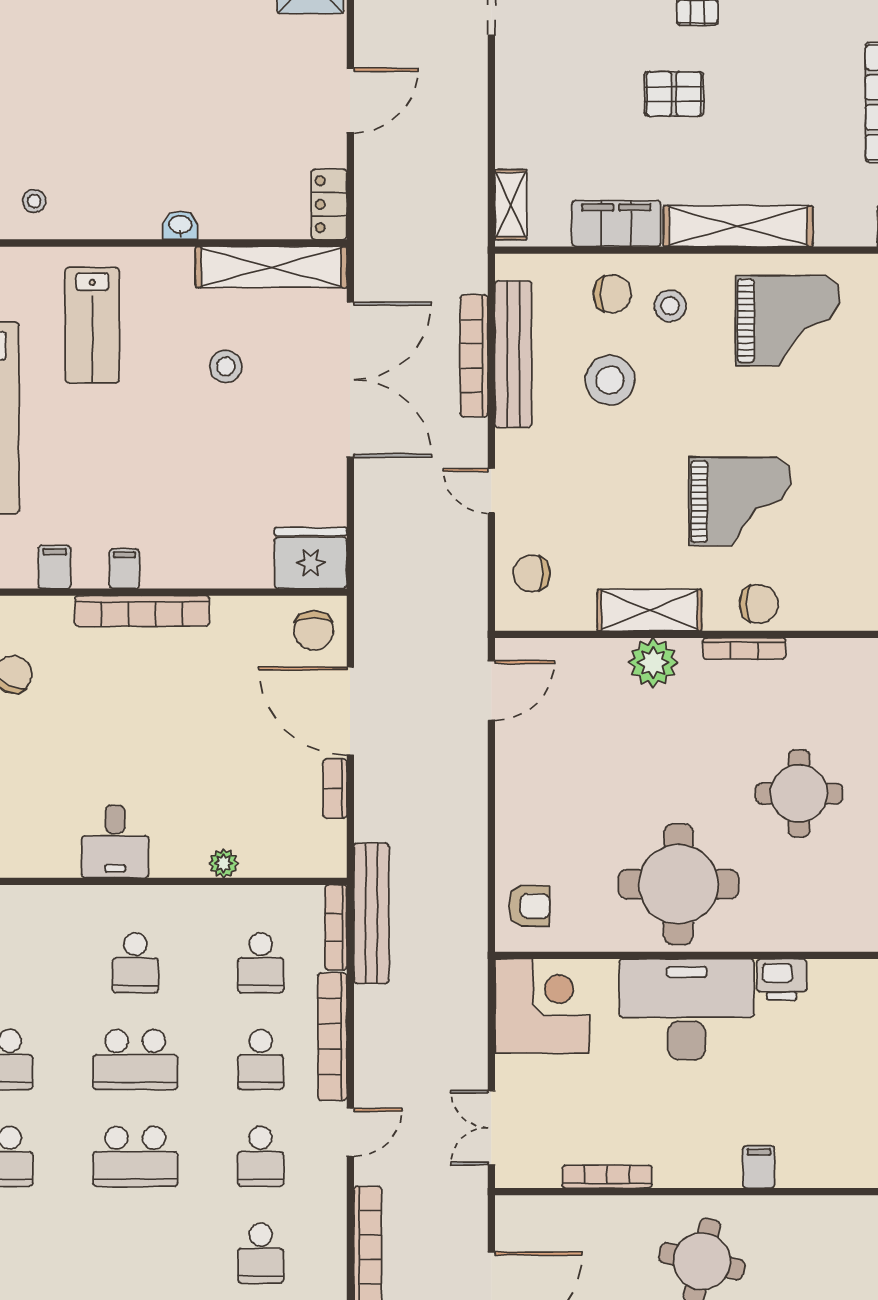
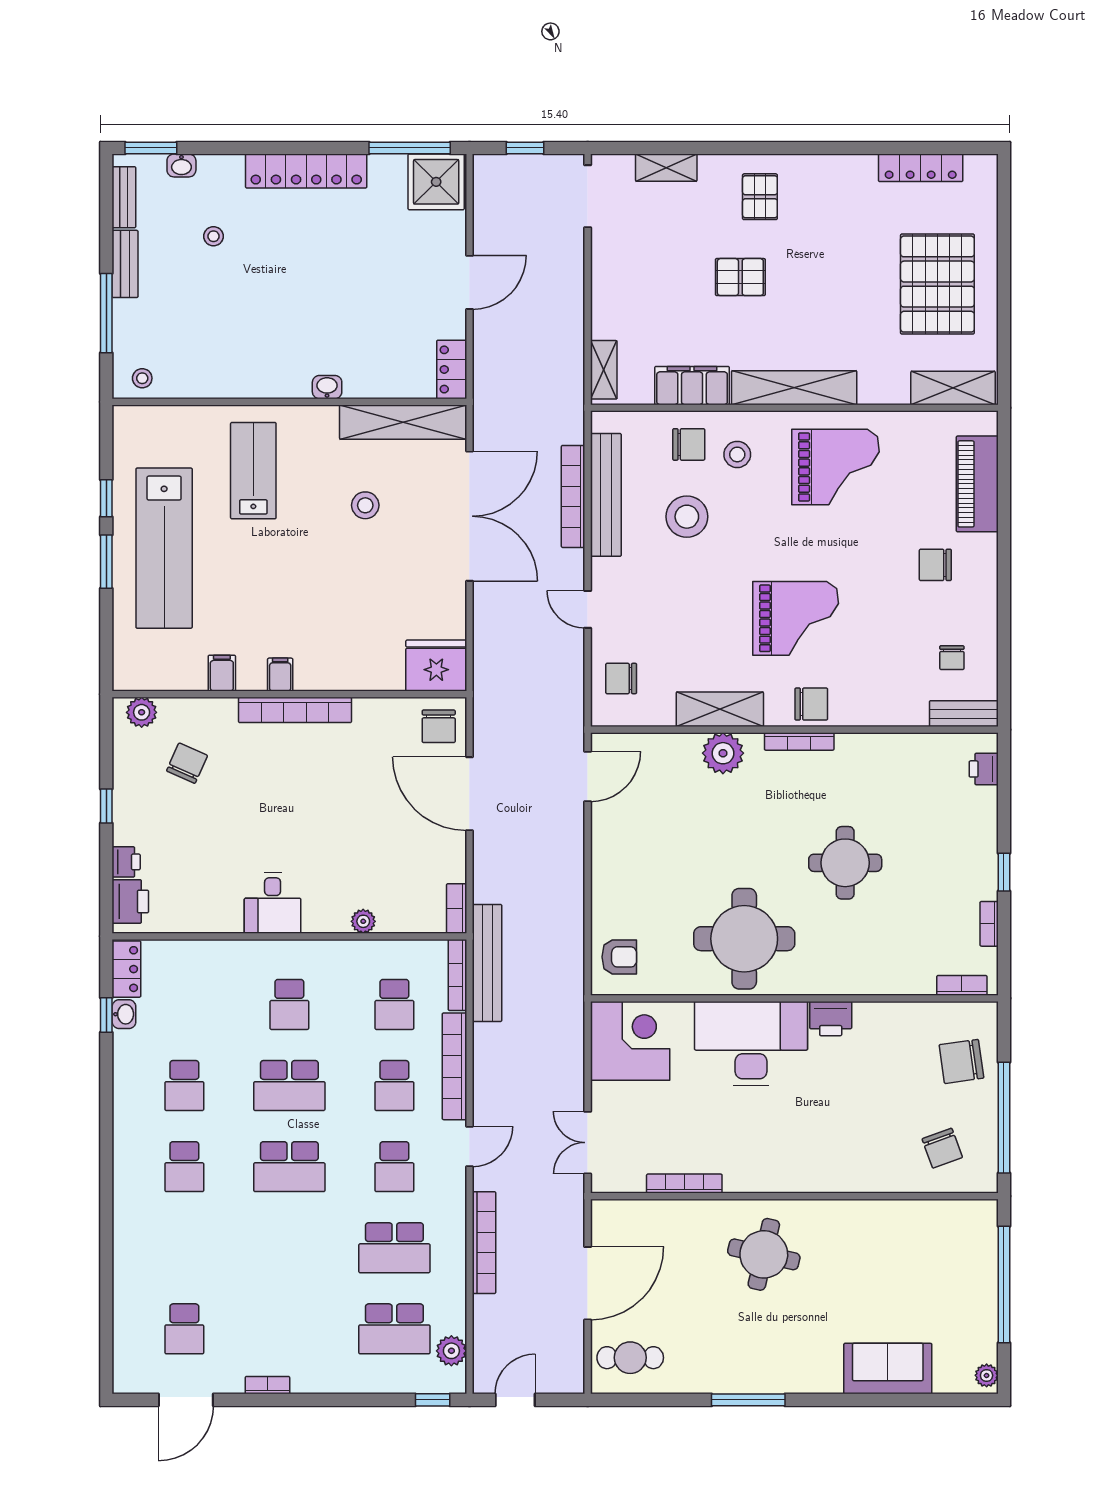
stool: (34, 201) -> (213, 236), moved
lab bench: (92, 325) -> (253, 471), turned 180
bookcase: (335, 789) -> (457, 908), moved
filing cabinet: (759, 1167) -> (811, 1175), removed
school desk: (261, 1253) -> (394, 1248), width x1.85

